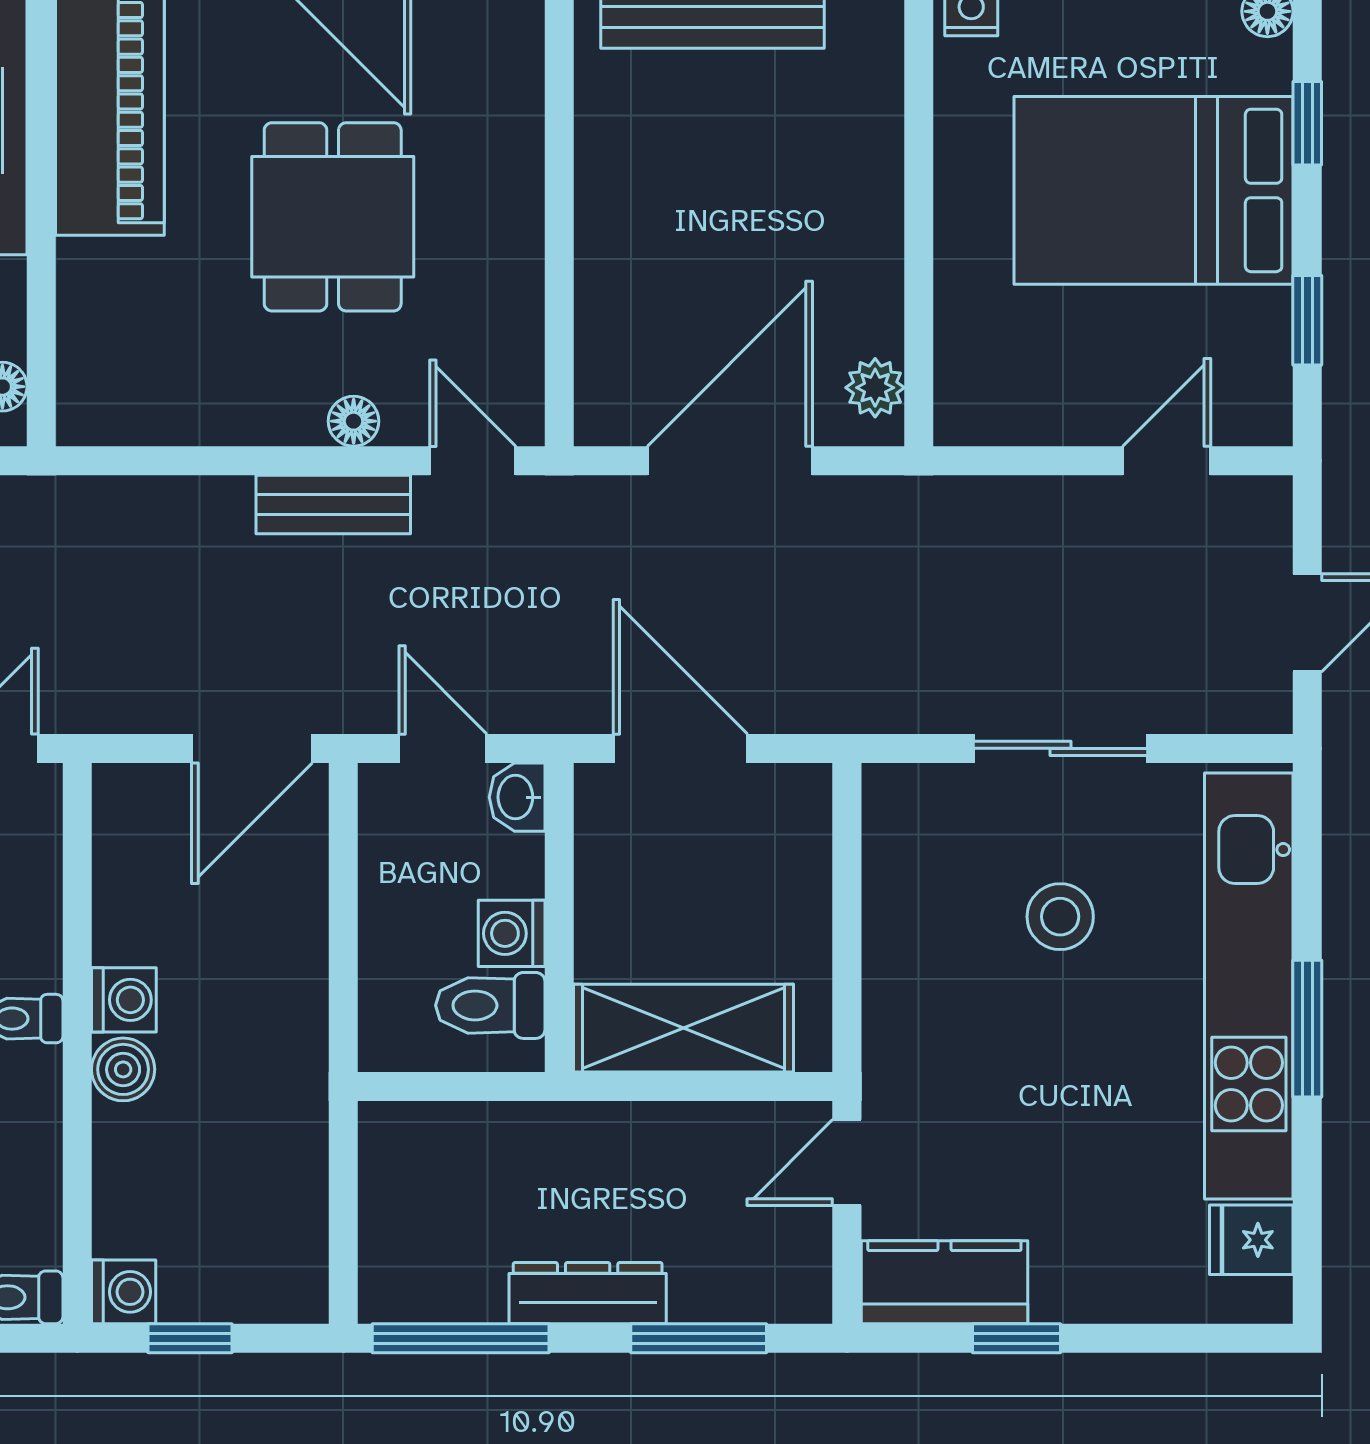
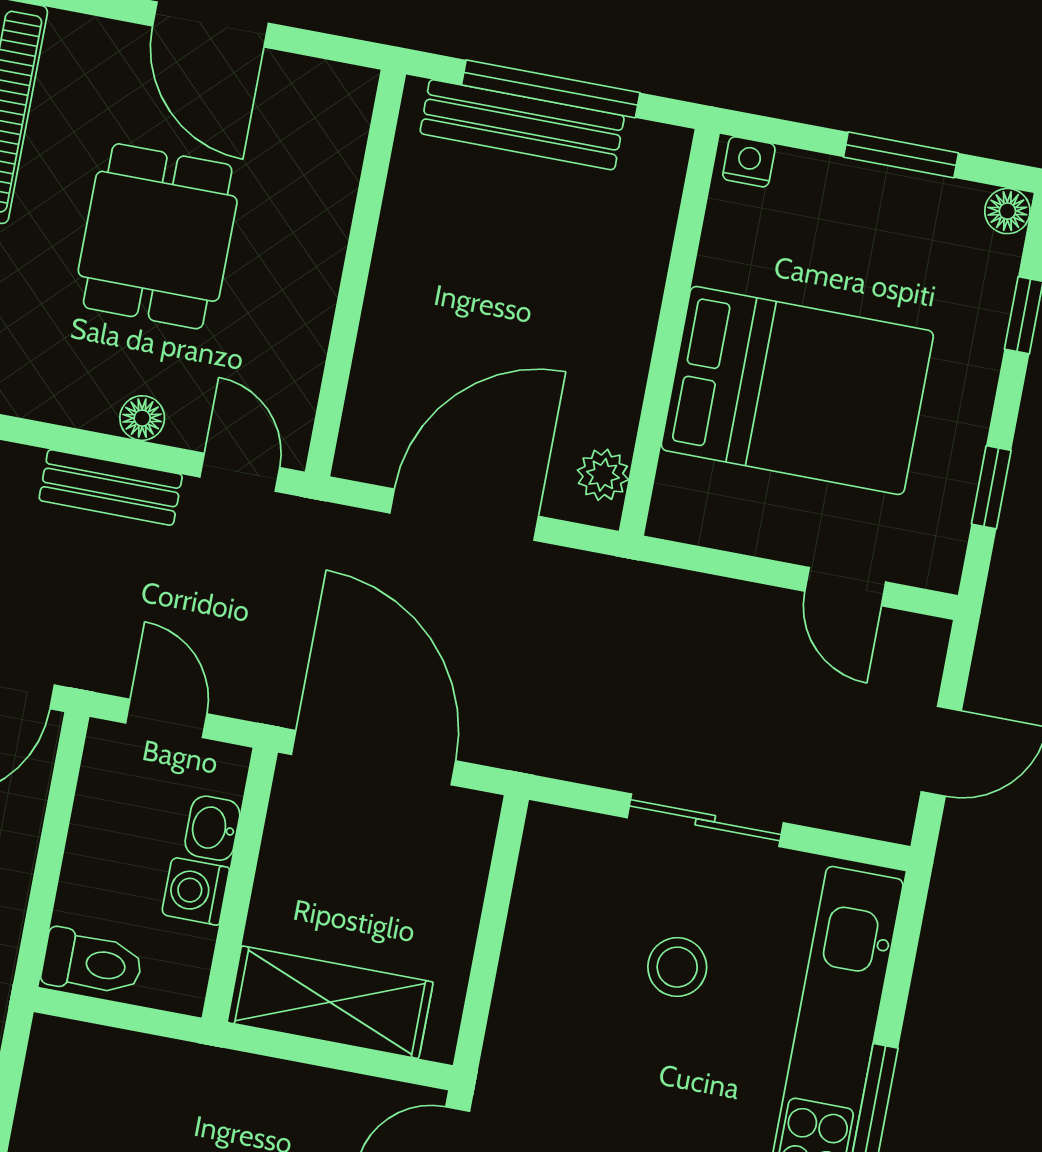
bed: (1154, 190) -> (797, 390), moved, turned 180
door: (1167, 461) -> (845, 587), swing flipped
door: (680, 748) -> (373, 758), width x1.36
washbasin: (517, 797) -> (212, 828), moved
toilet: (490, 1005) -> (92, 963), moved, turned 180

